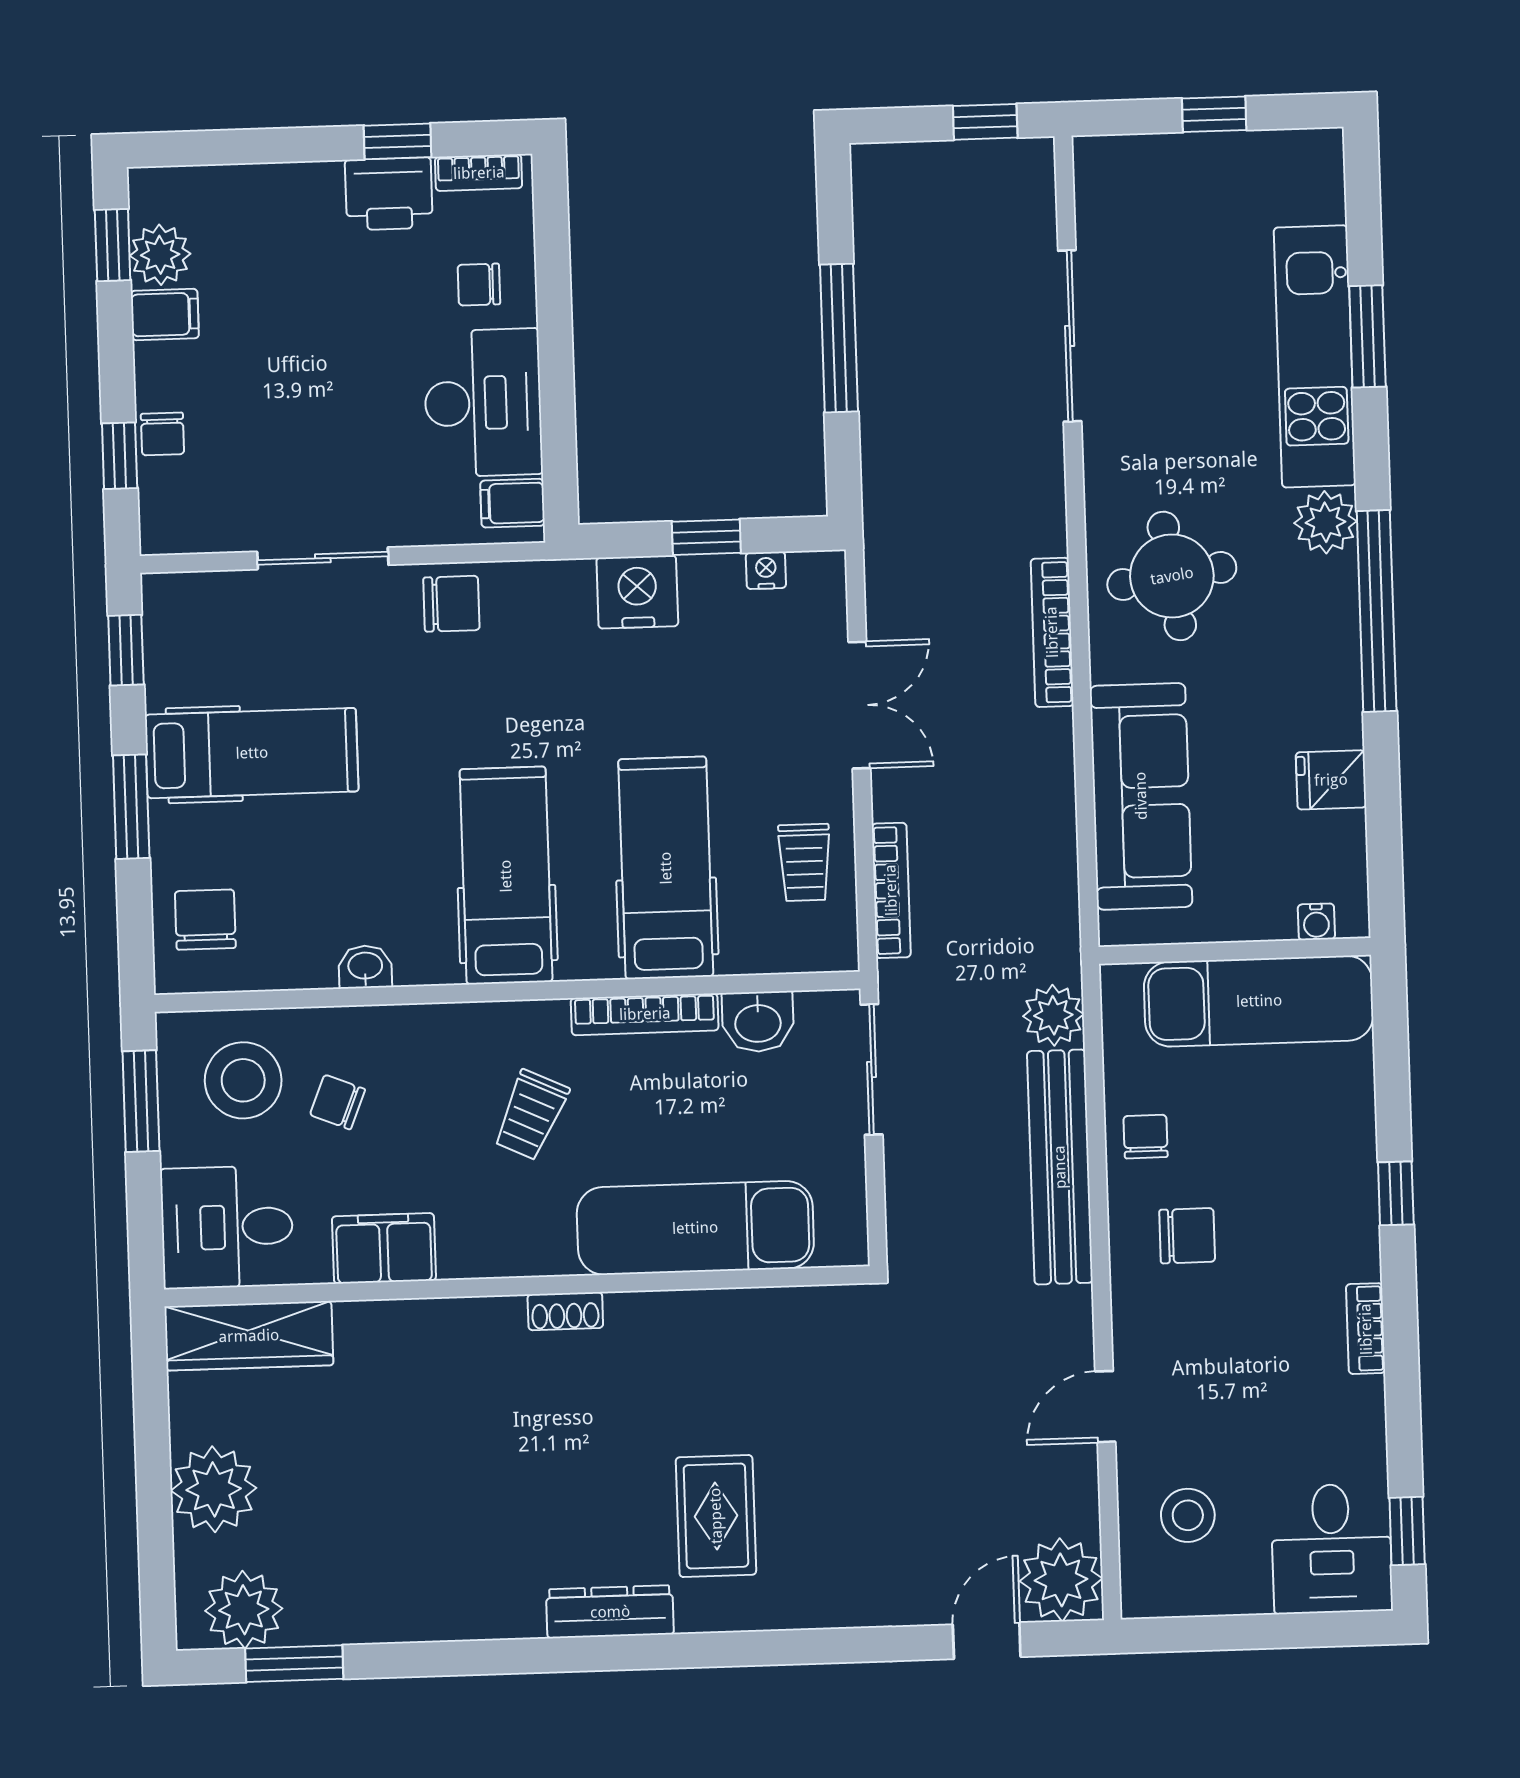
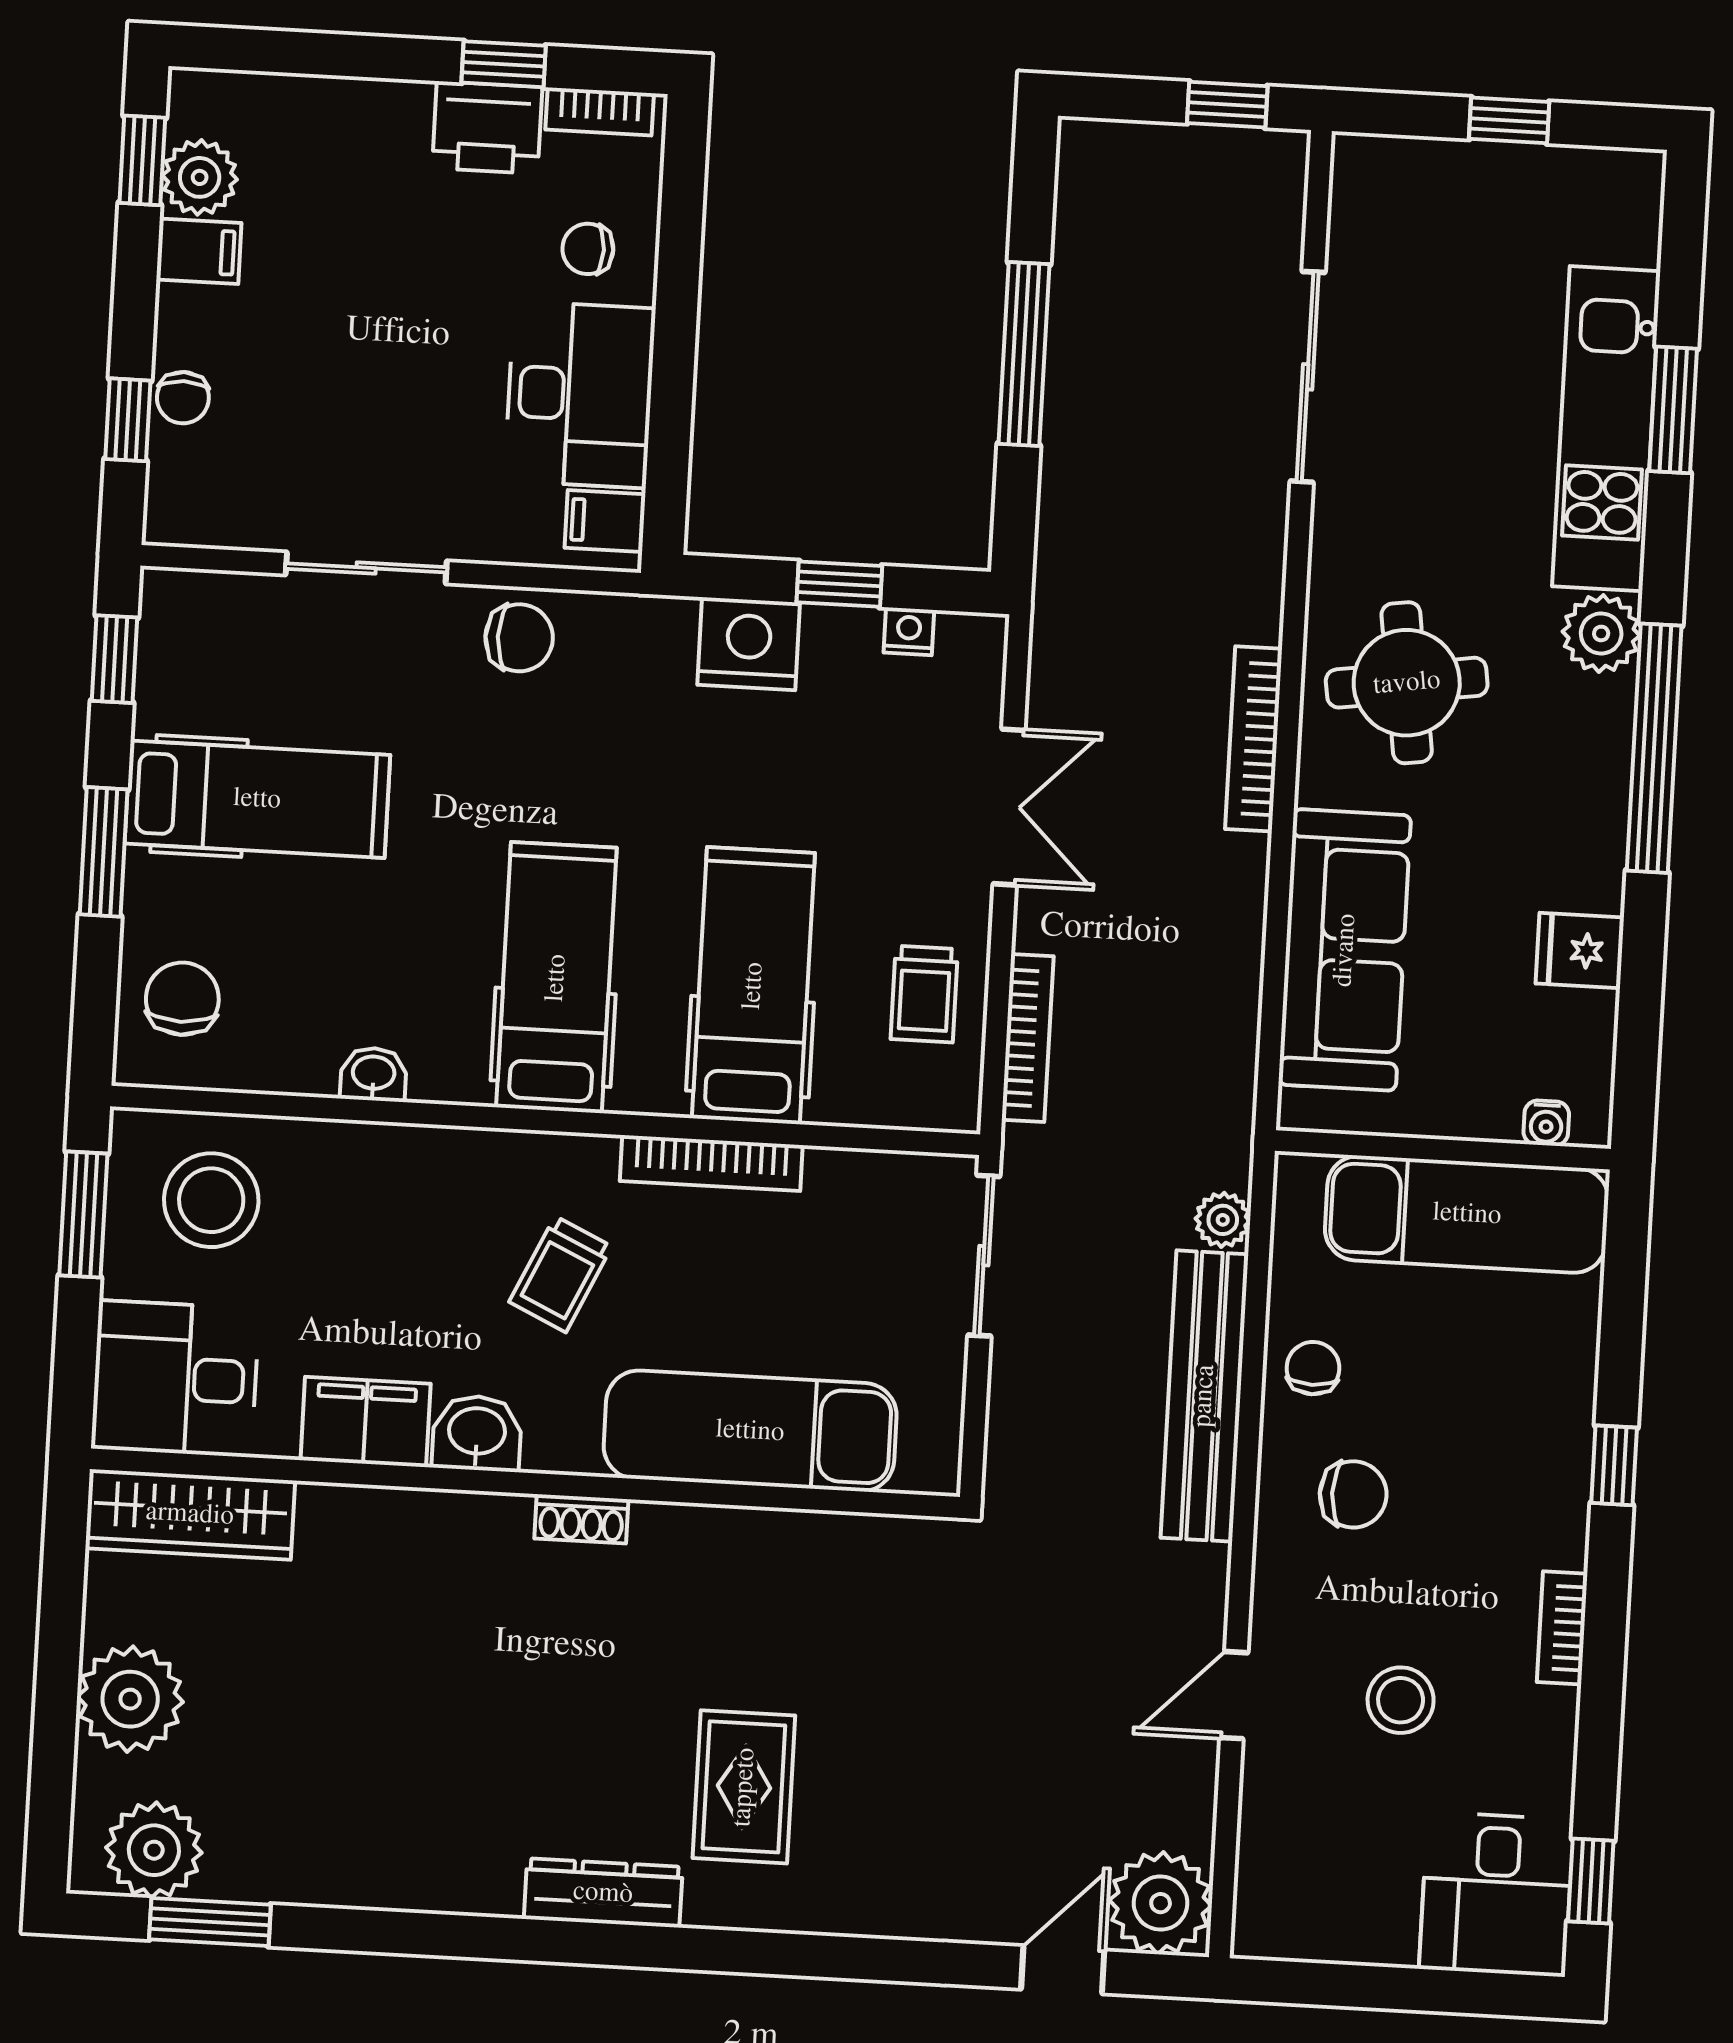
plant: (1053, 1015) -> (1223, 1220), width x0.73, depth x0.73
washbasin: (758, 1022) -> (477, 1433), moved, turned 180
chair: (337, 1102) -> (325, 1237), removed
stool: (1188, 1515) -> (1401, 1700), moved

